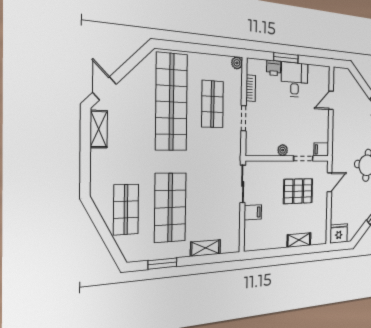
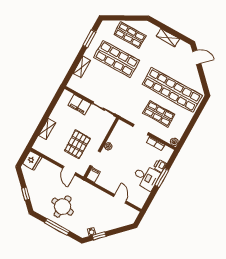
shelving: (99, 129) -> (168, 38), moved
filing cabinet: (253, 212) -> (79, 104), width x2.00

